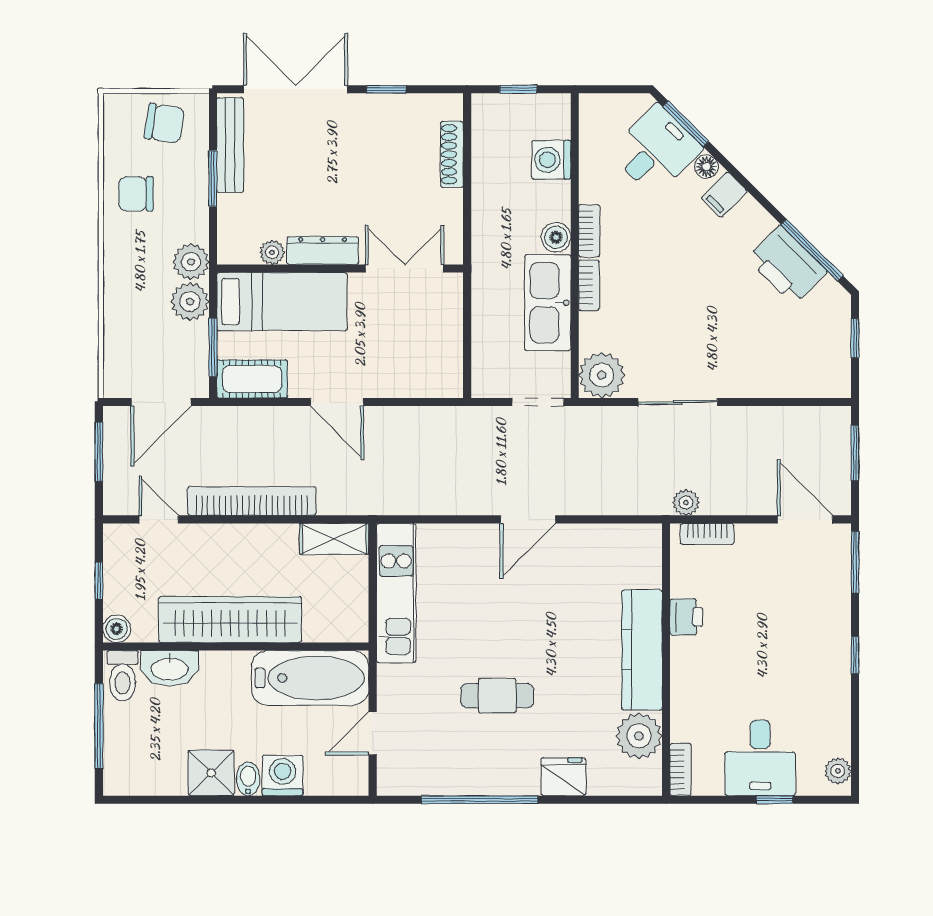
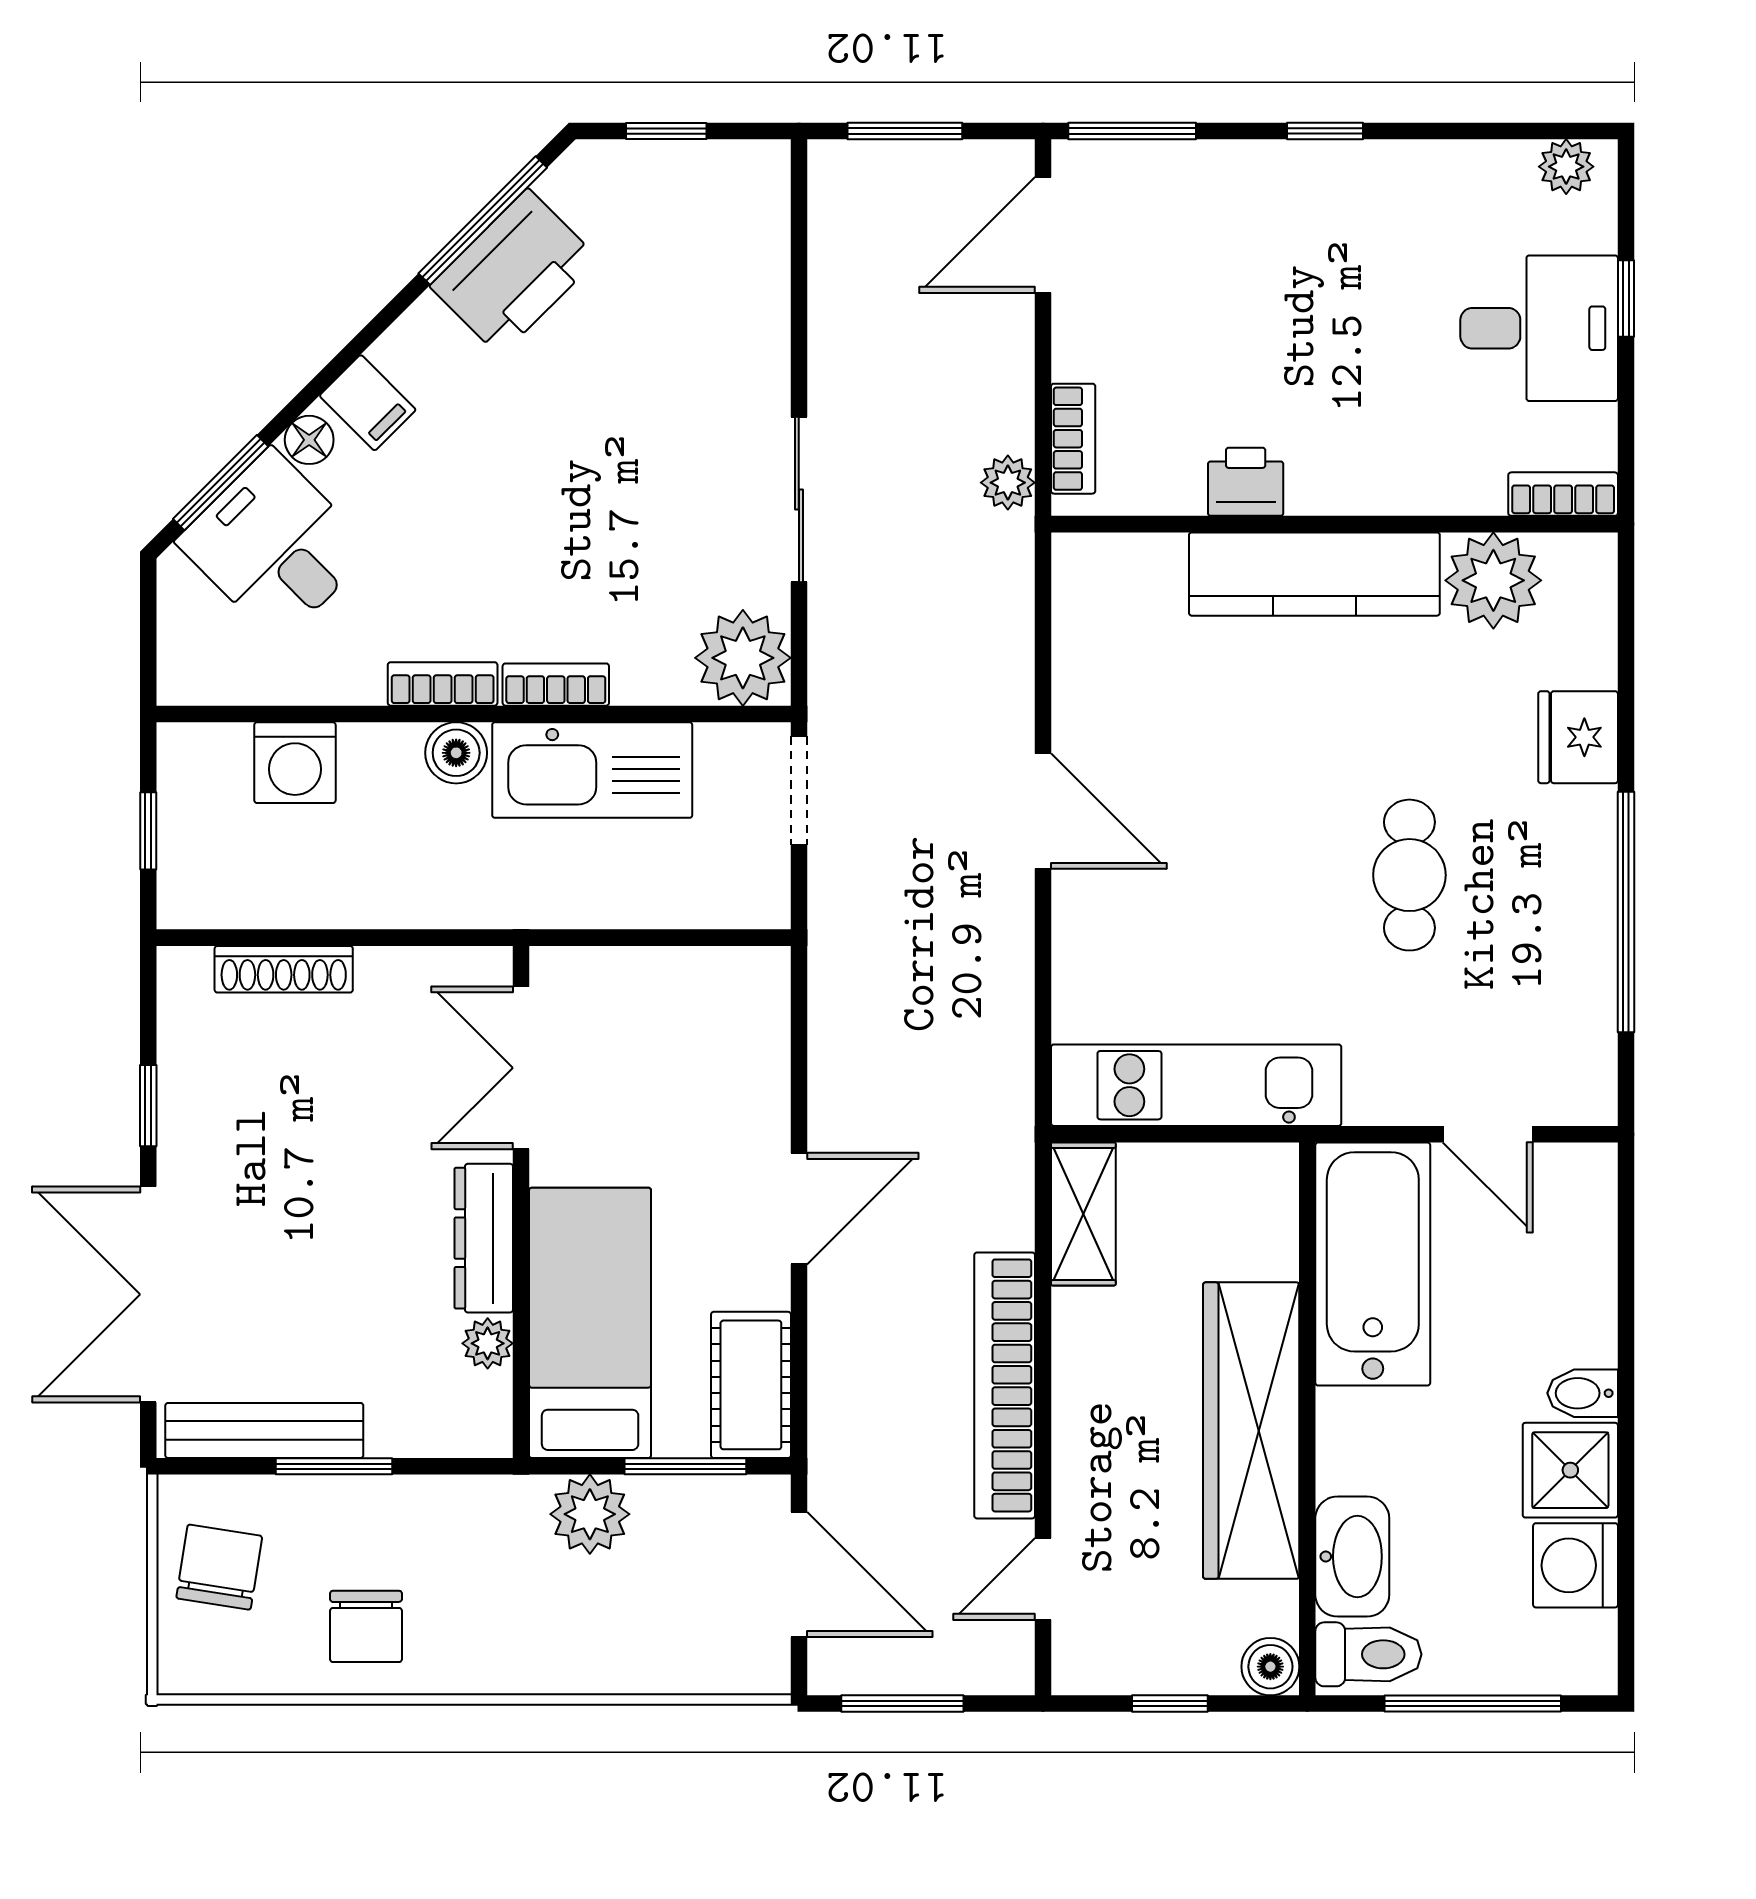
plant: (191, 262) -> (507, 1512), removed
washing machine: (283, 775) -> (1576, 1565), moved

